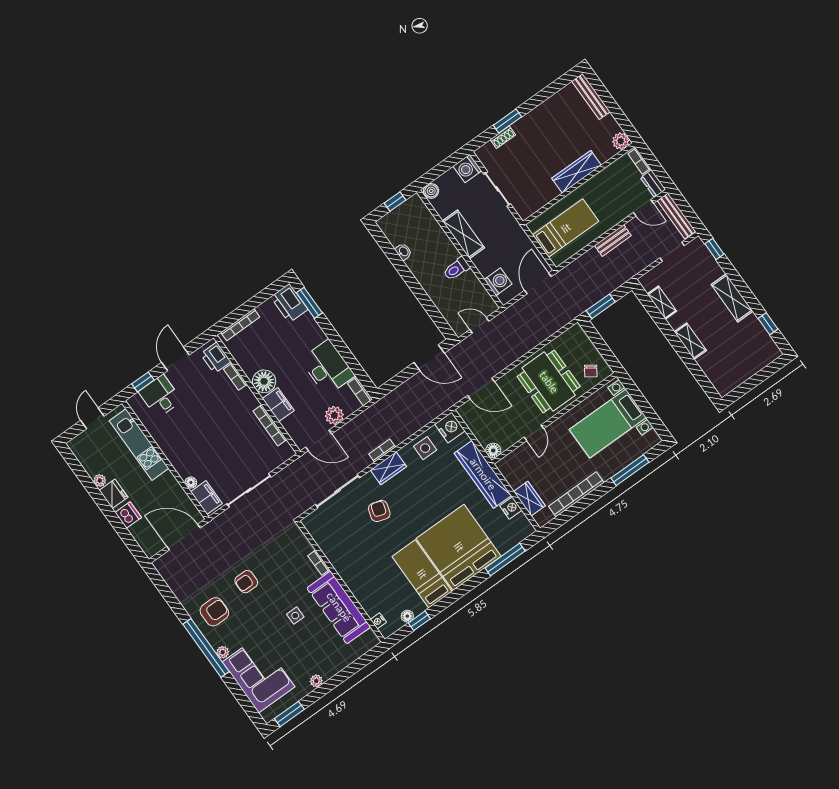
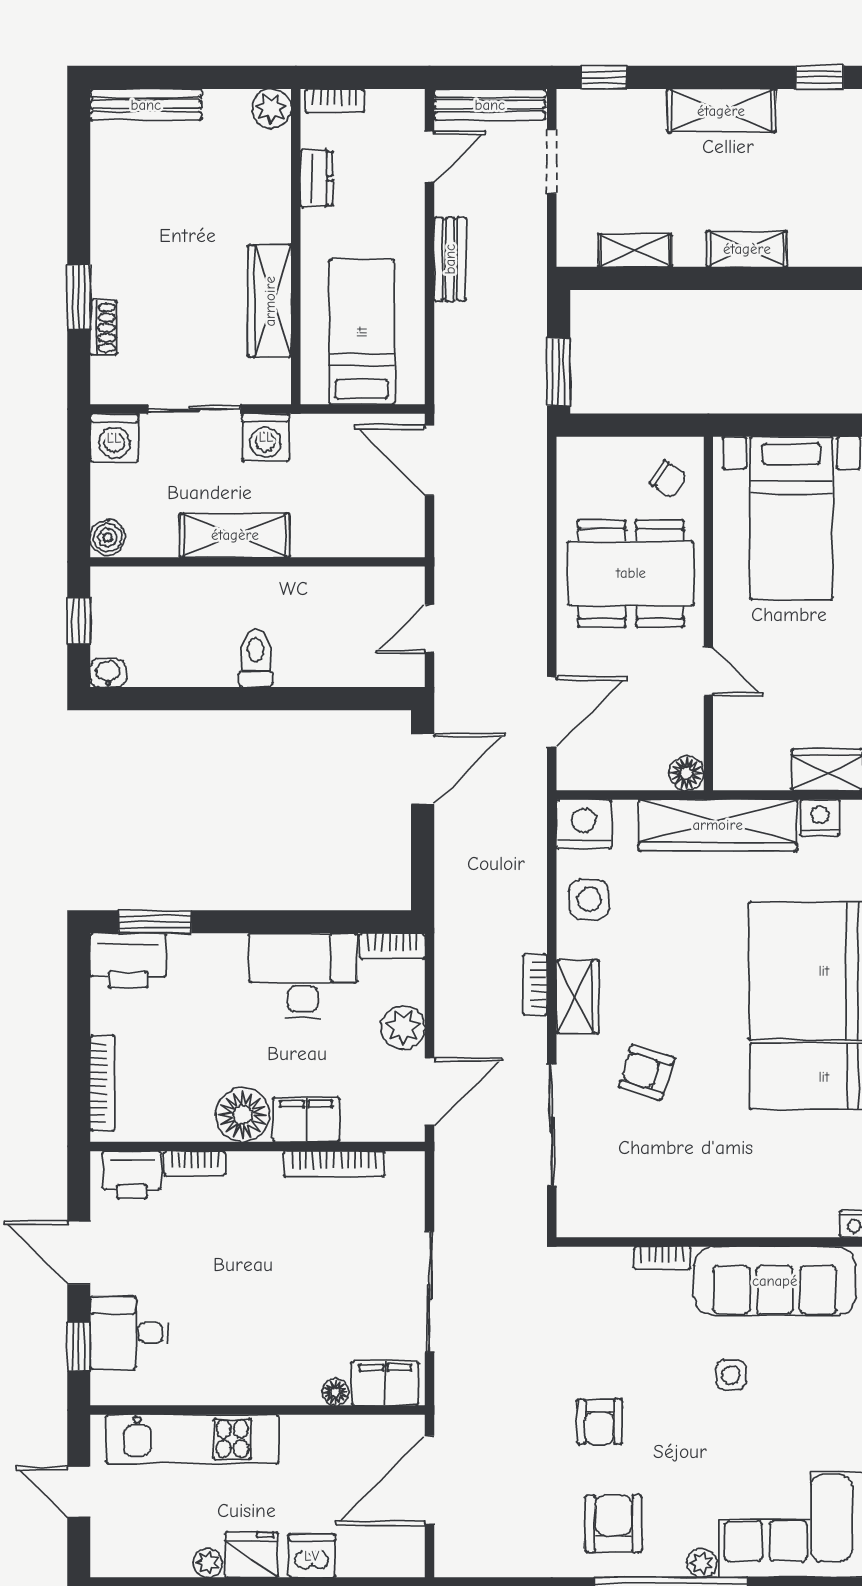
wardrobe: (577, 172) -> (270, 301), moved
dresser: (653, 184) -> (317, 178), moved, turned -90
washbasin: (403, 252) -> (108, 673), moved
toilet: (456, 269) -> (256, 658), moved, turned 180
washing machine: (498, 282) -> (266, 437), moved, turned 180

